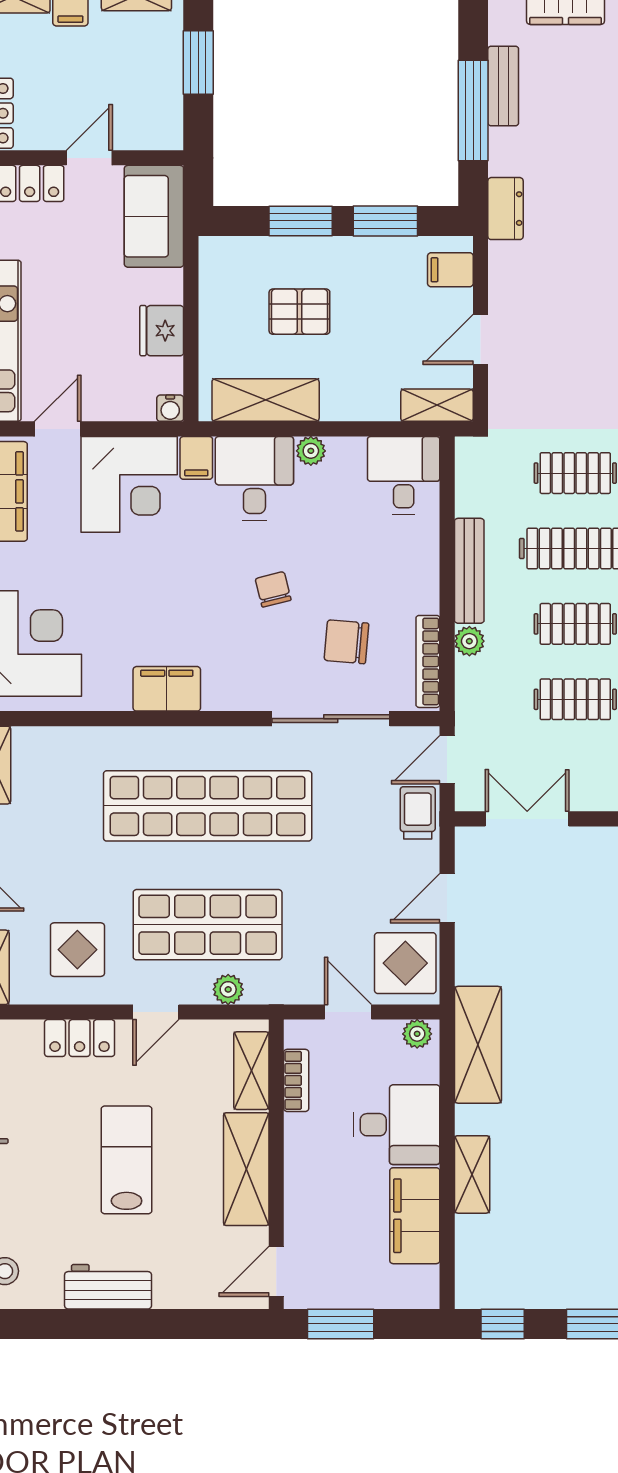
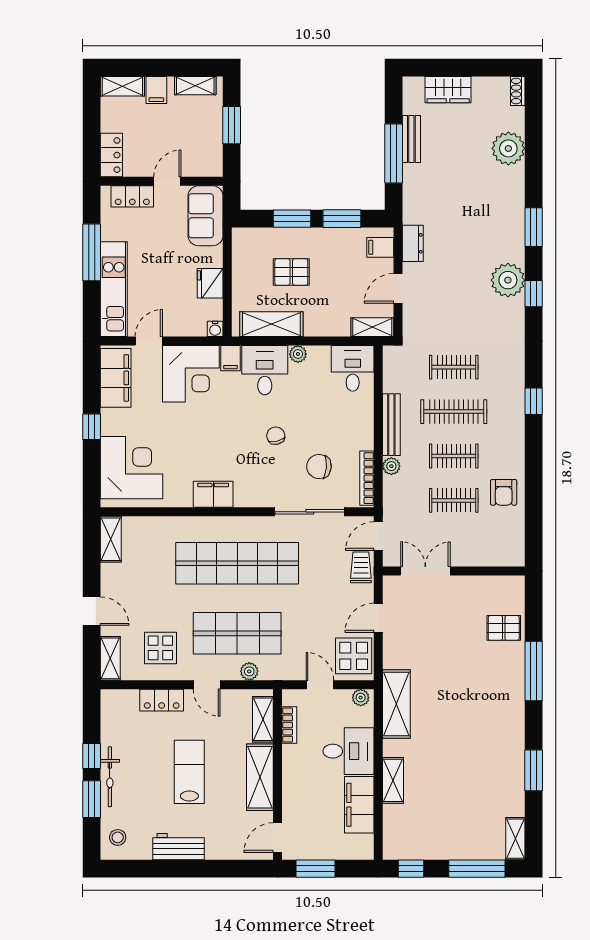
dresser: (505, 209) -> (413, 243), moved
door: (156, 1012) -> (207, 685), hinge flipped

